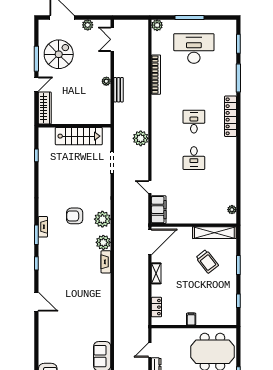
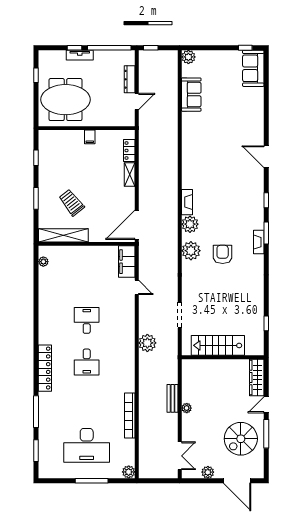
armchair: (75, 216) -> (223, 254), turned -90
shelving: (156, 273) -> (130, 175), moved

